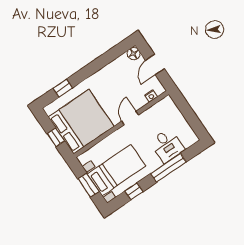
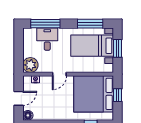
plant: (166, 107) -> (30, 65), added
window: (168, 168) -> (45, 24), moved
window: (134, 191) -> (90, 24), width x2.17

